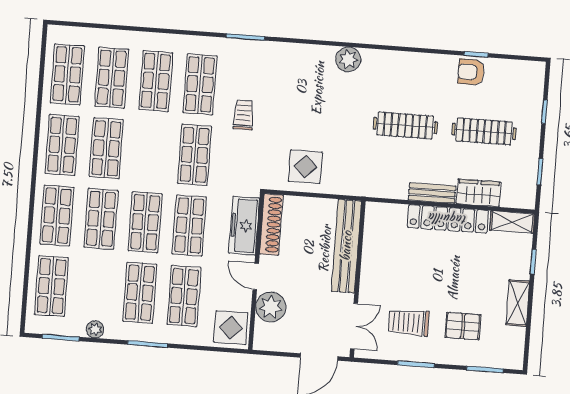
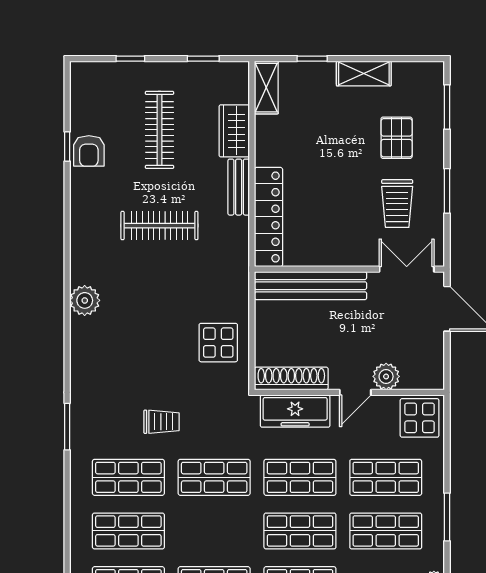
trolley: (244, 115) -> (161, 422), turned 180
clothes rail: (405, 125) -> (159, 226), turned 90
locker: (448, 219) -> (269, 217), moved
plant: (271, 307) -> (386, 376), width x0.73, depth x0.73

